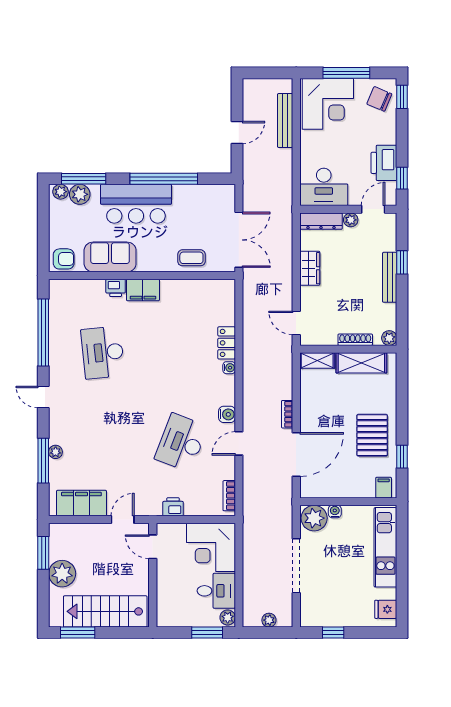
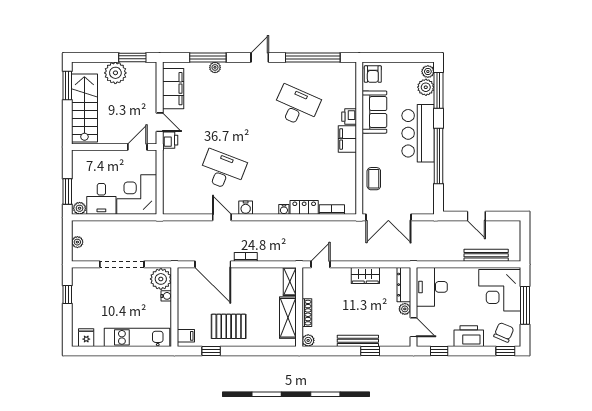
printer: (384, 163) -> (469, 336), moved
desk: (103, 353) -> (296, 106), turned 30
bookcase: (229, 496) -> (332, 210), moved
printer: (173, 507) -> (170, 140), moved

